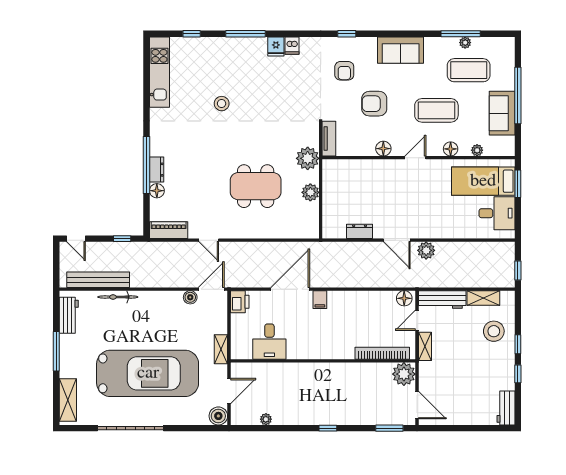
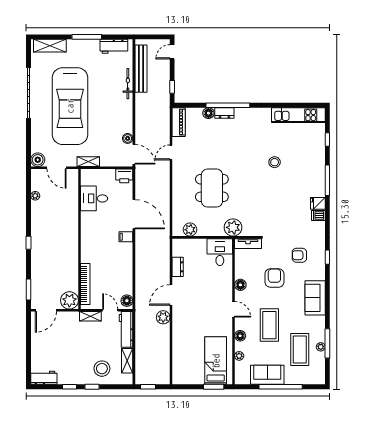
plant: (310, 192) -> (190, 230), moved
desk: (497, 213) -> (220, 252), moved, turned 180

